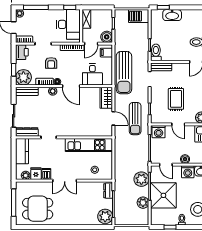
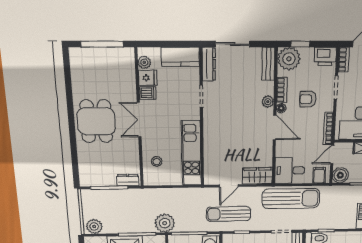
door: (91, 44) -> (332, 155), hinge flipped
sun lounger: (124, 73) -> (291, 199), turned 180
desk: (92, 74) -> (290, 170), moved
door: (71, 86) -> (275, 128), swing flipped
plant: (141, 179) -> (165, 223), moved
plant: (143, 203) -> (94, 226), moved
dining table: (38, 209) -> (96, 121), moved
plant: (105, 216) -> (91, 177), removed

